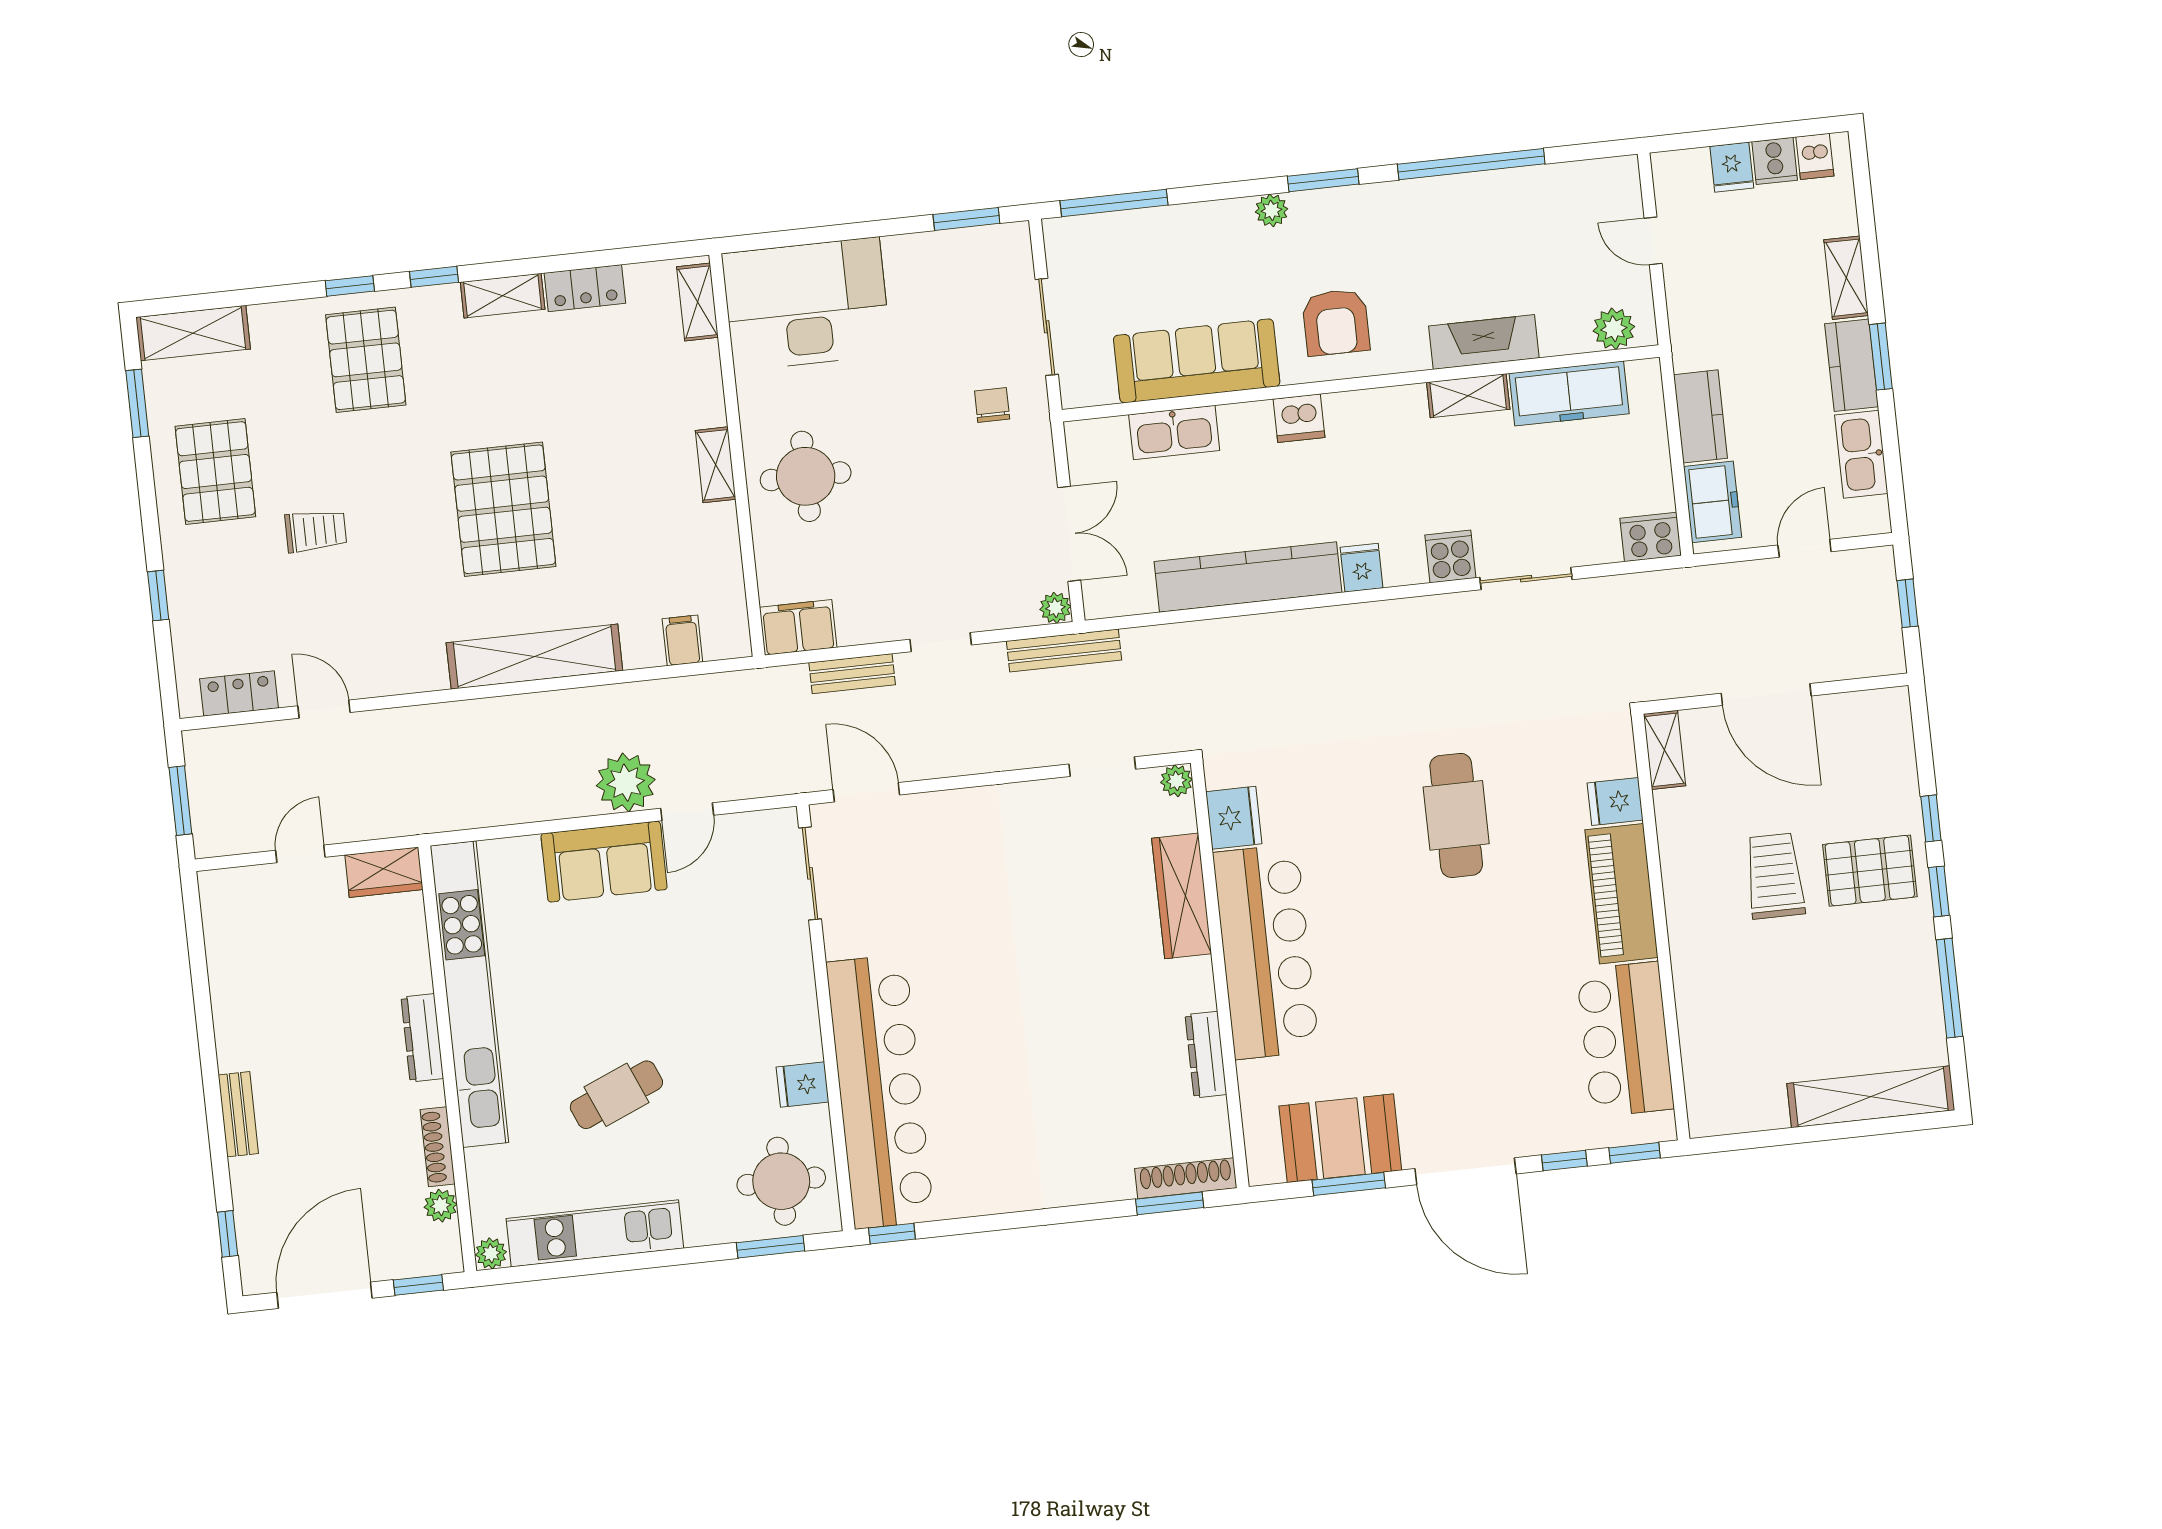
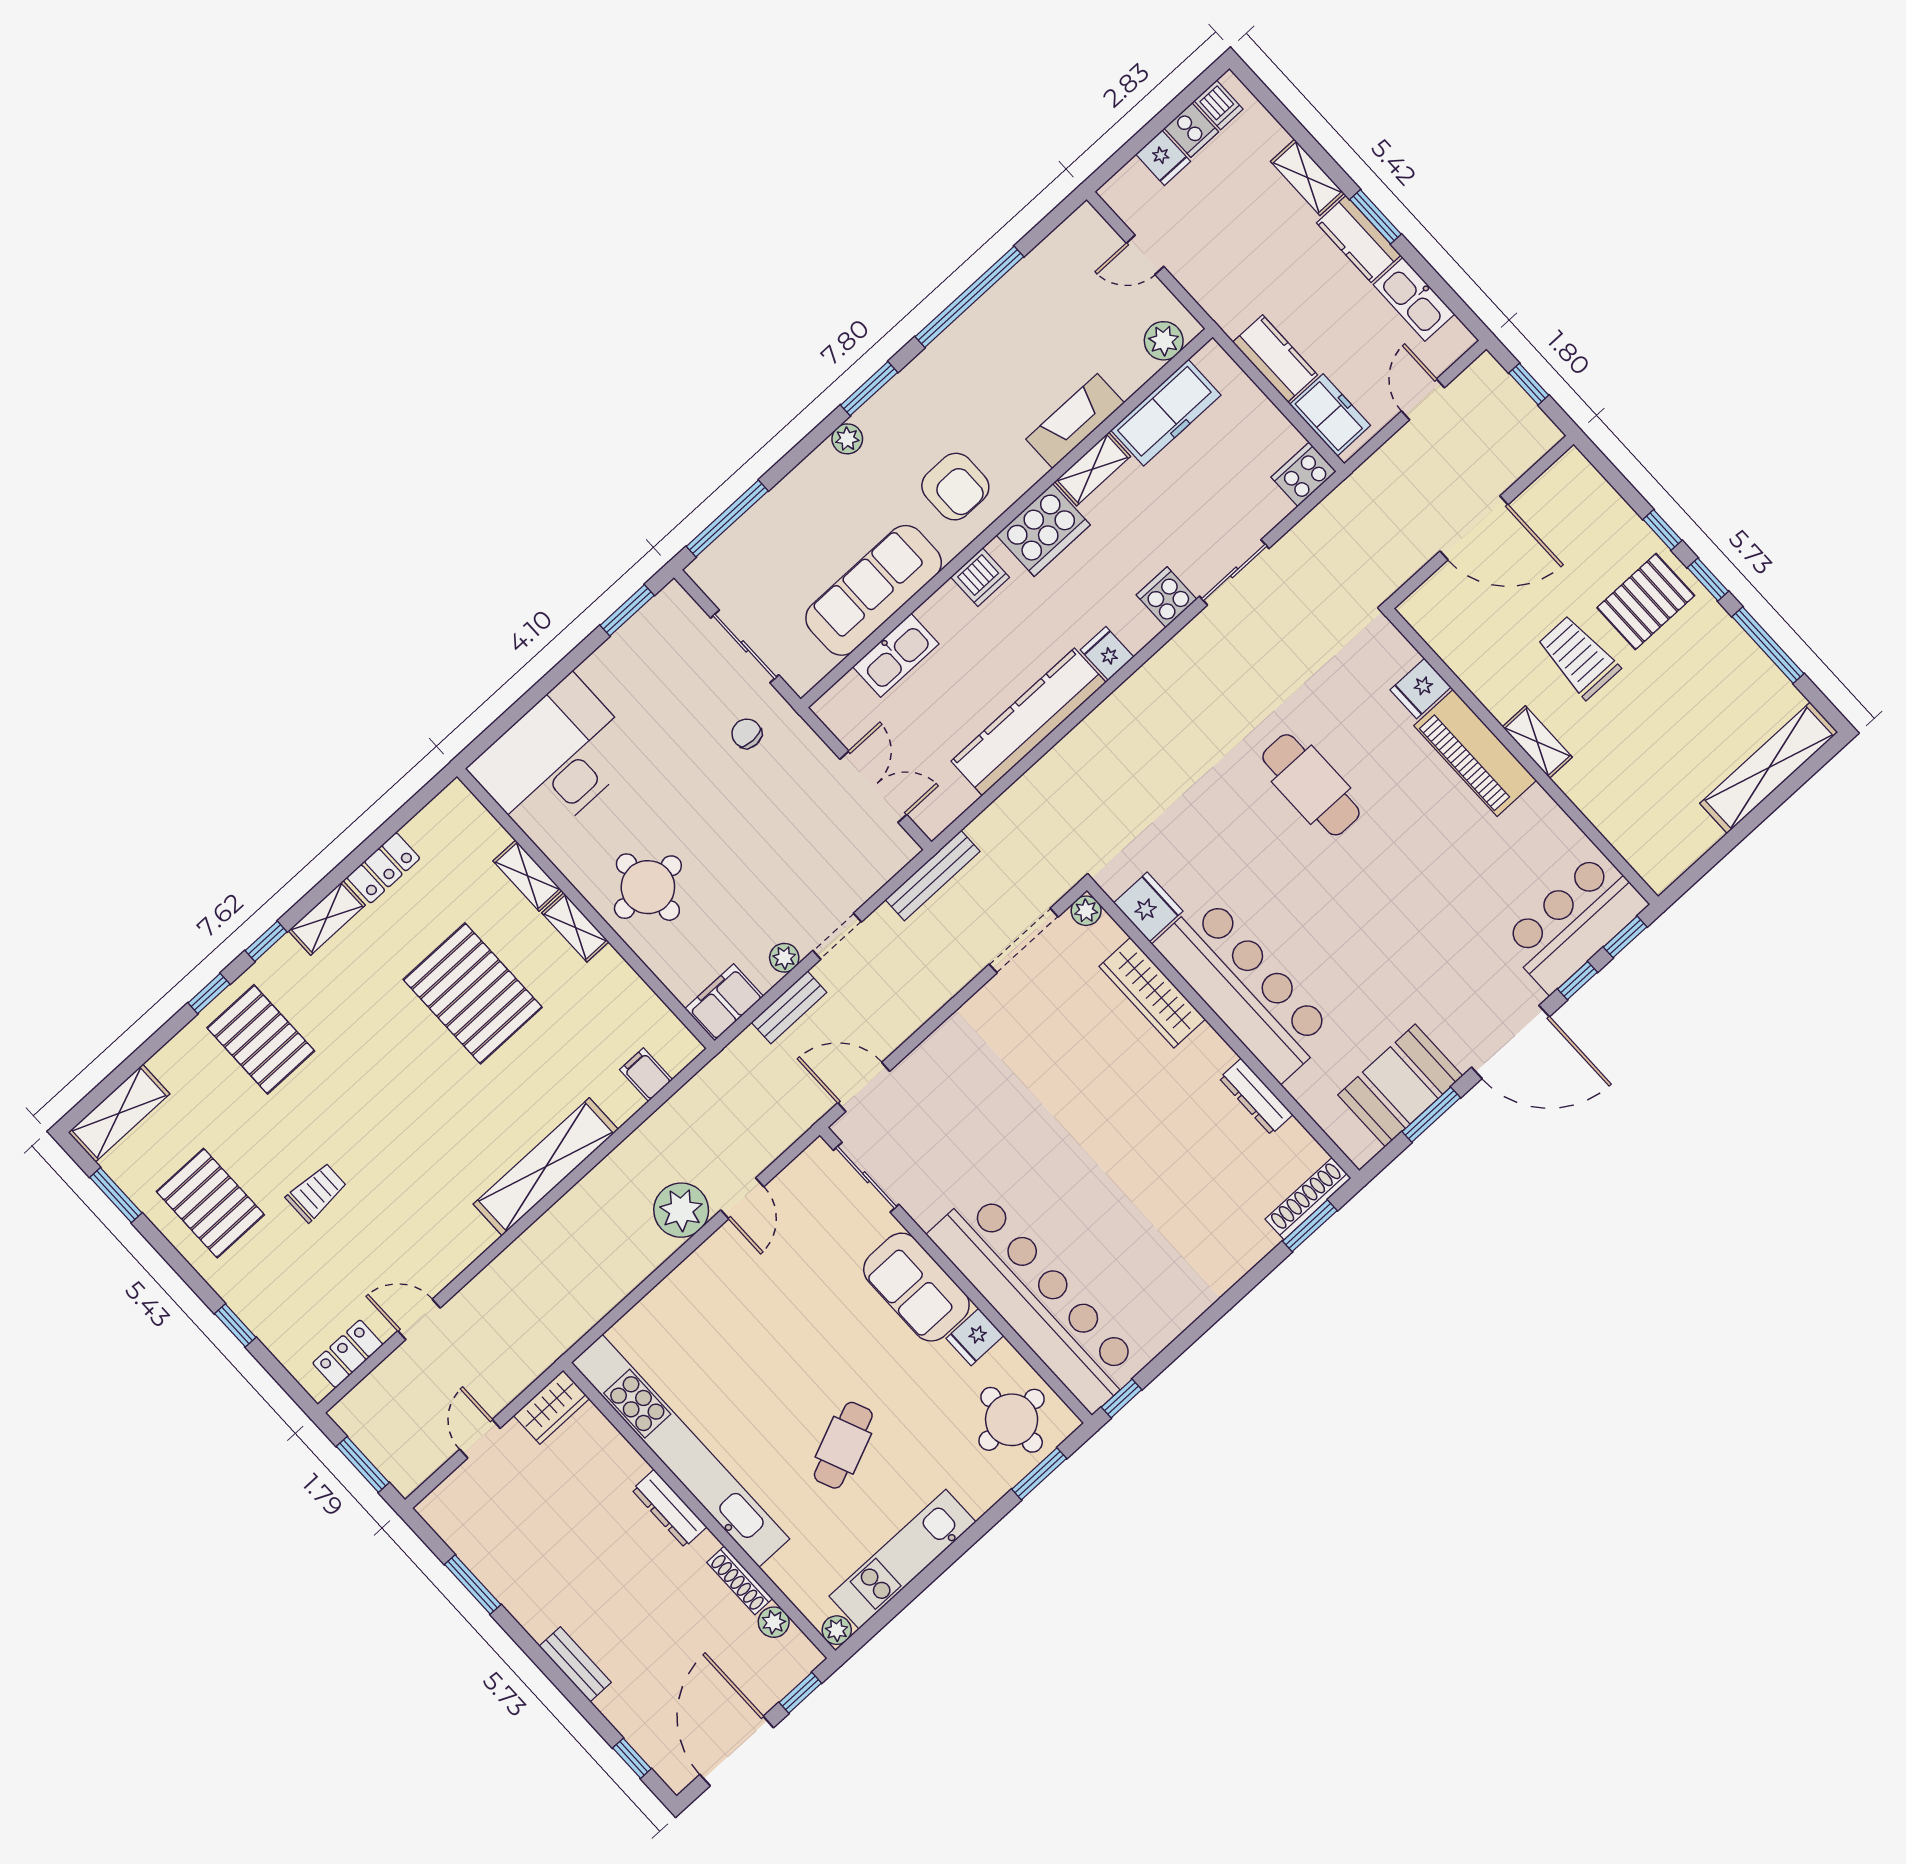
shelving: (697, 302) -> (527, 876), moved
cooker: (1385, 418) -> (1043, 530), added
pallet: (503, 509) -> (473, 993), moved
plant: (1055, 608) -> (784, 958), moved
shelving: (1664, 750) -> (1537, 742), moved
doorway: (1102, 767) -> (1024, 941), width x1.38
sofa: (604, 862) -> (916, 1287), moved, turned 90
window: (200, 978) -> (473, 1585), added
bar counter: (1625, 1039) -> (1574, 922), moved, turned 90

